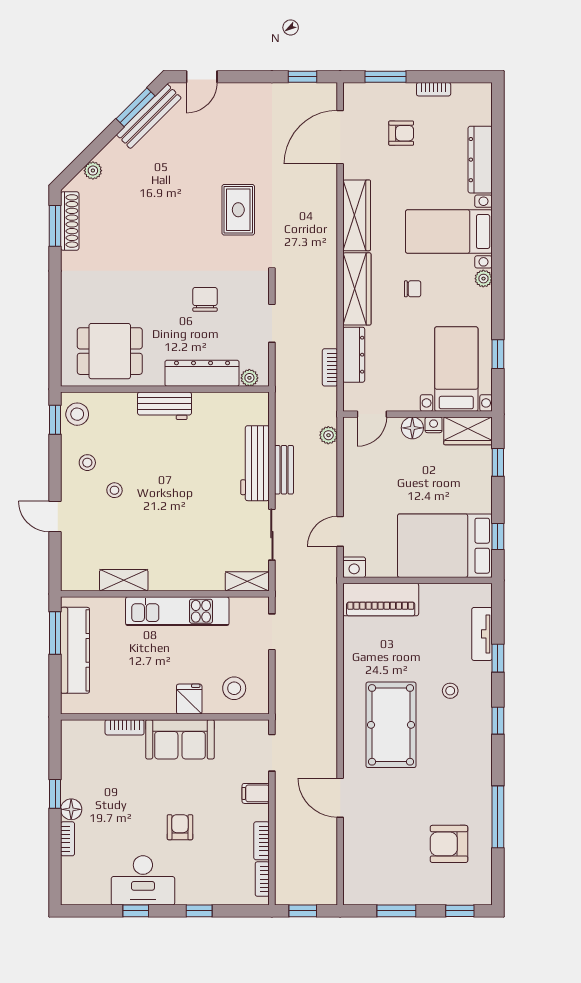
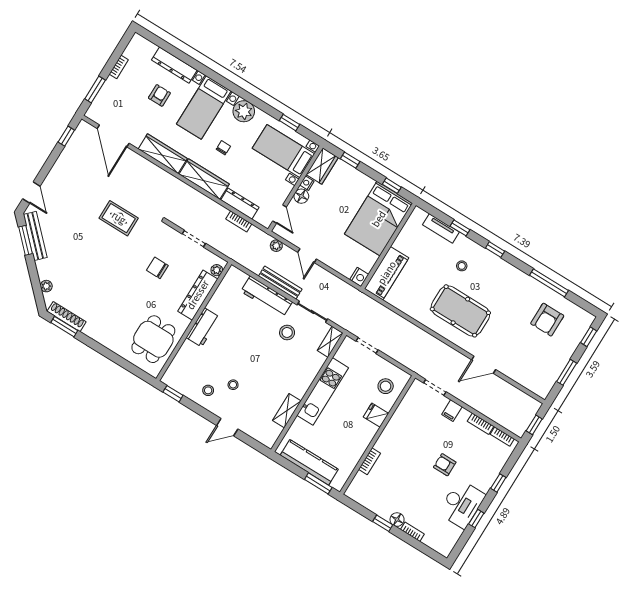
armchair: (401, 133) -> (159, 95), moved
plant: (483, 279) -> (244, 111), width x1.88, depth x1.88
stool: (77, 414) -> (287, 332), moved
bench: (284, 470) -> (280, 283), width x1.36
door: (340, 531) -> (307, 256), moved
window: (55, 633) -> (318, 483), moved
sofa: (180, 739) -> (395, 434), removed

